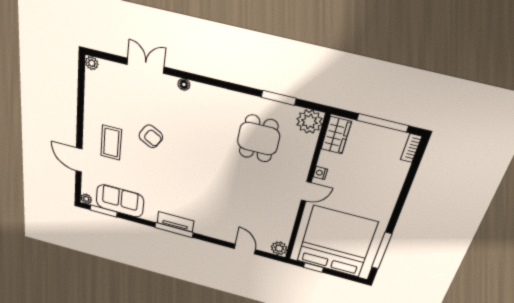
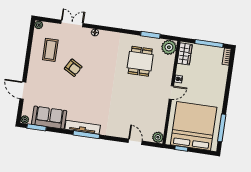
coffee table: (111, 143) -> (50, 50), moved
tv unit: (175, 222) -> (83, 127), width x1.41

